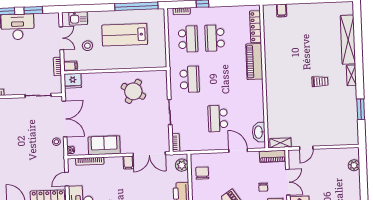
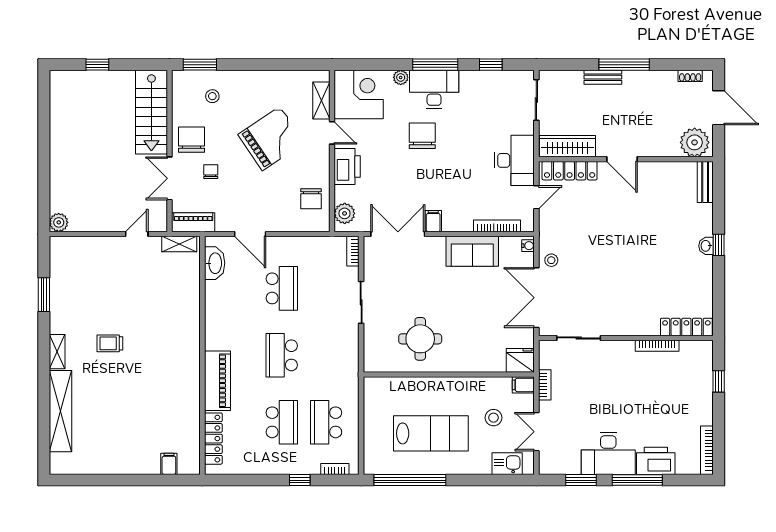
school desk: (190, 79) -> (282, 355), moved
round table: (133, 91) -> (420, 339), turned -30
plant: (354, 165) -> (59, 222), moved

